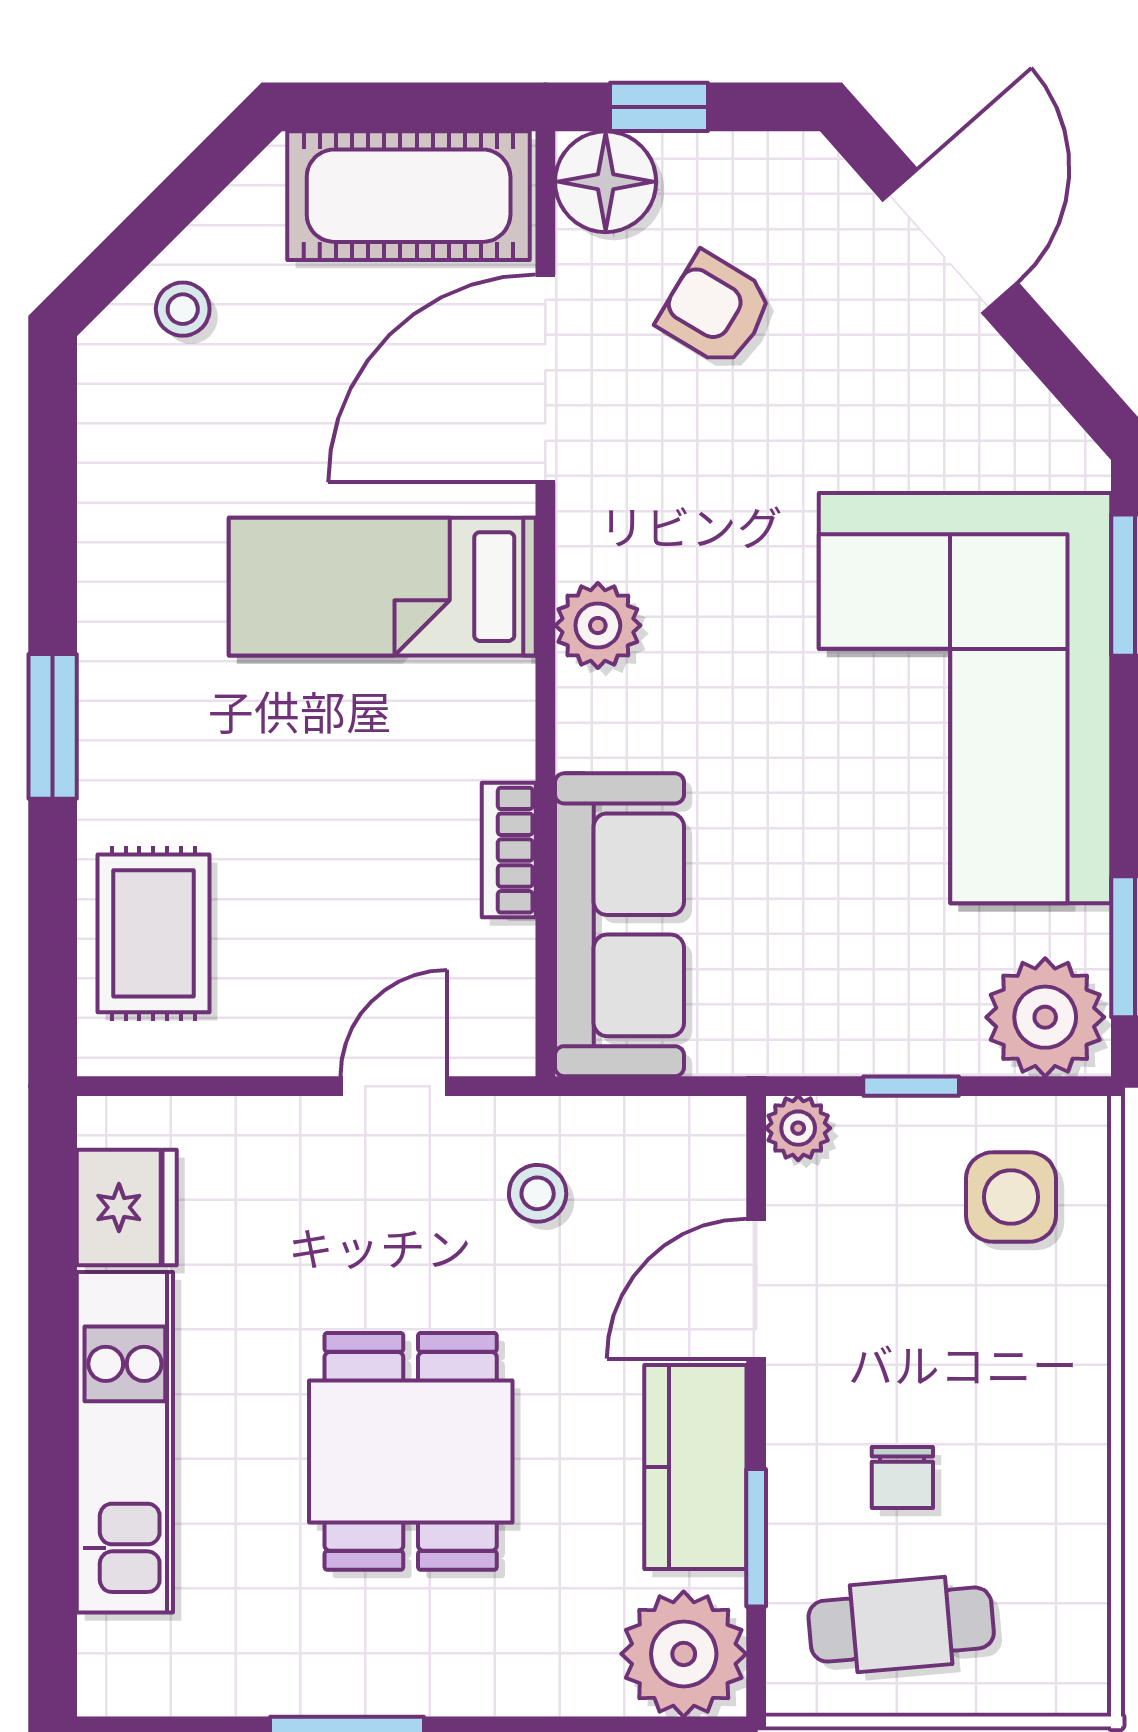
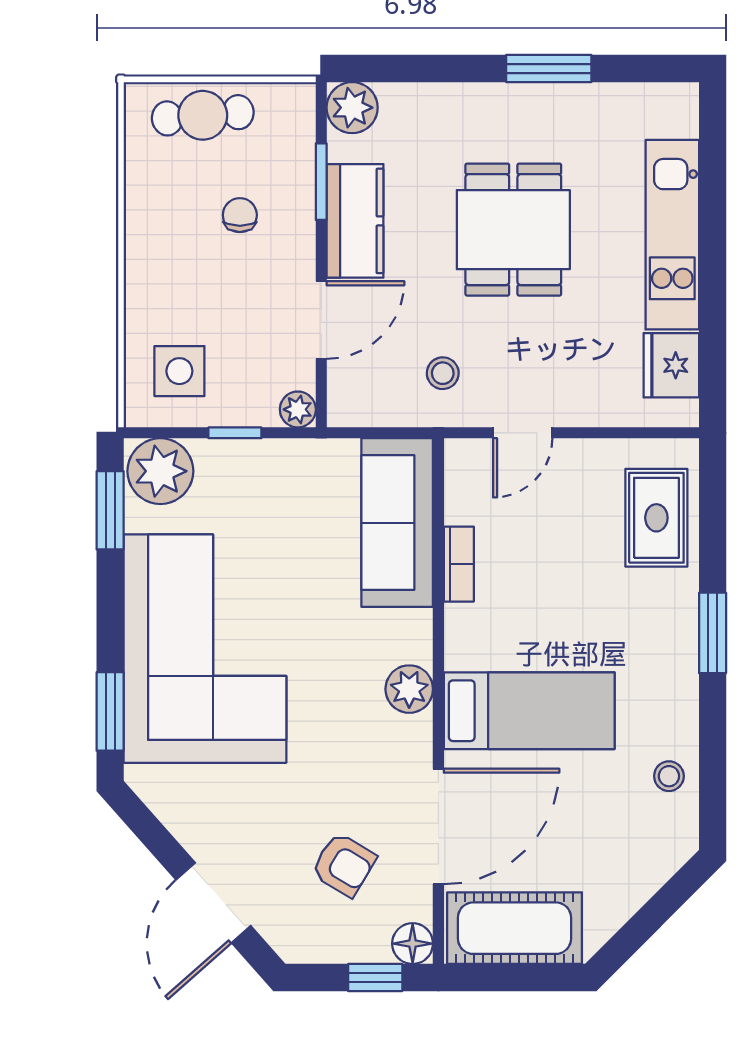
floor lamp: (606, 182) -> (413, 944), width x0.73, depth x0.73
stool: (183, 309) -> (669, 776), moved
cafe table: (901, 1625) -> (203, 115), moved
plant: (684, 1654) -> (352, 108), width x0.73, depth x0.73

